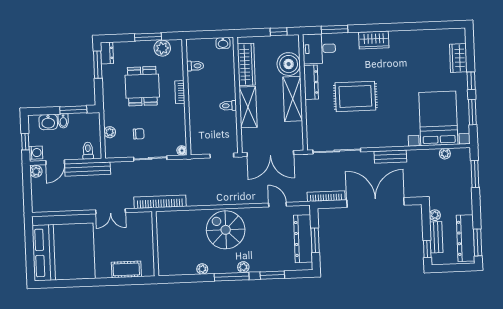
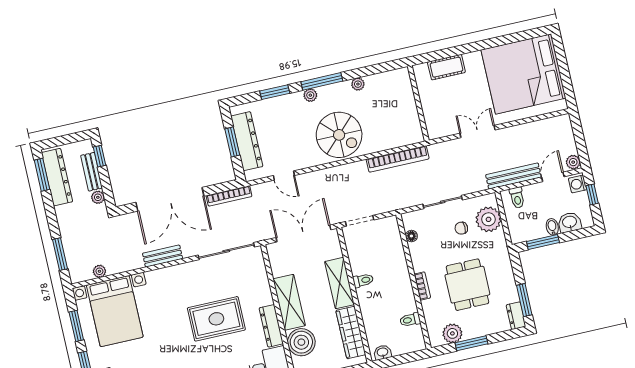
plant: (110, 132) -> (488, 219), width x1.87, depth x1.87
floor lamp: (182, 151) -> (411, 236), moved
bookcase: (160, 202) -> (398, 159), moved

